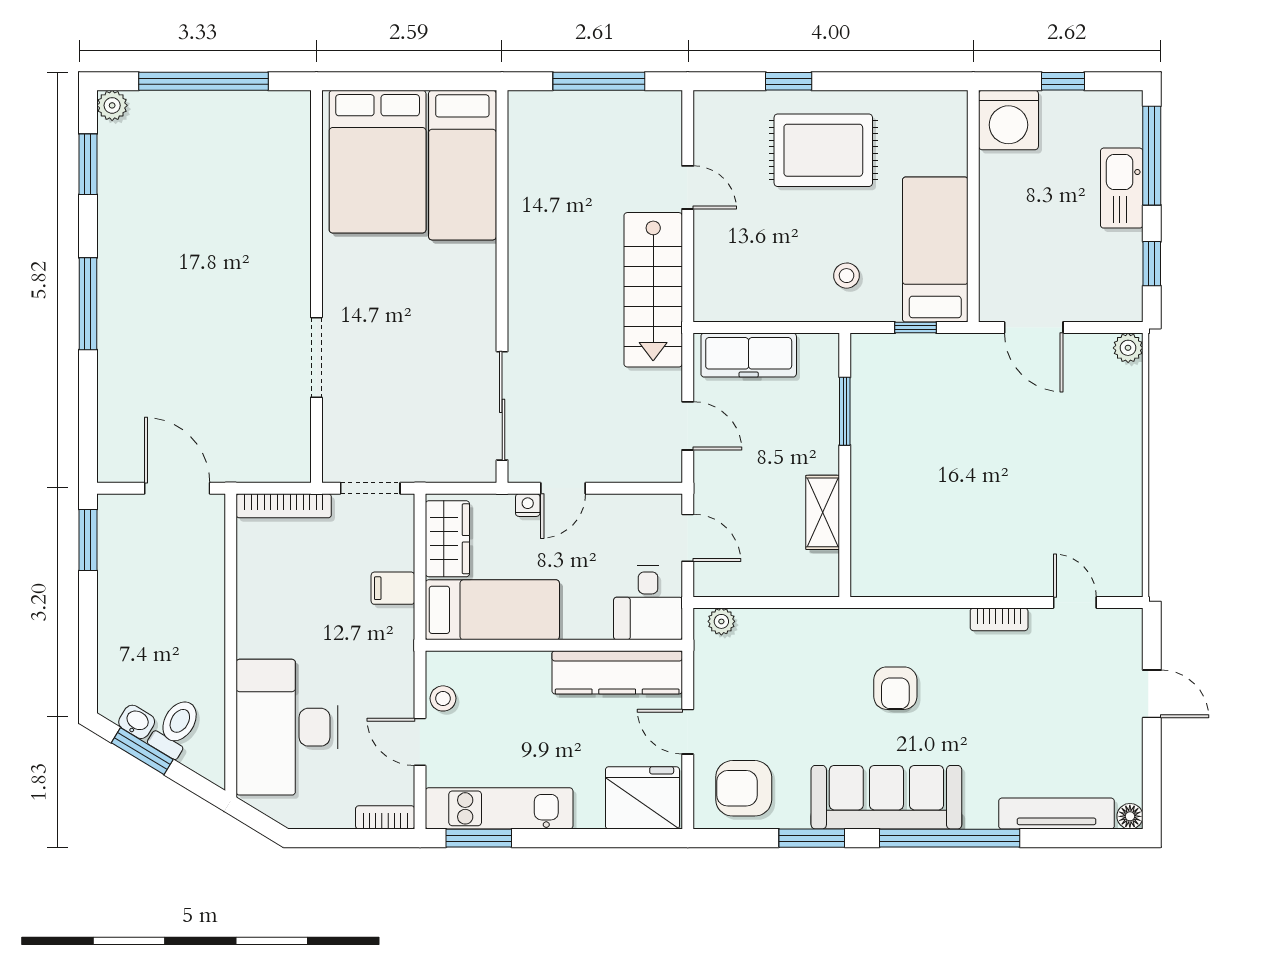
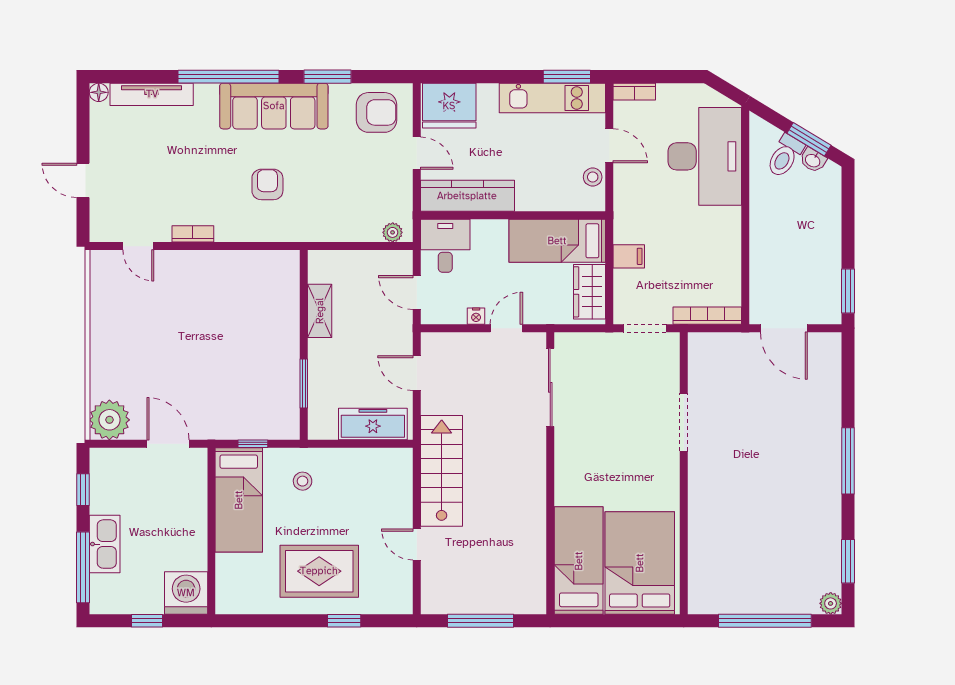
plant: (1128, 348) -> (109, 420), width x1.87, depth x1.87
nightstand: (528, 505) -> (476, 316), moved

